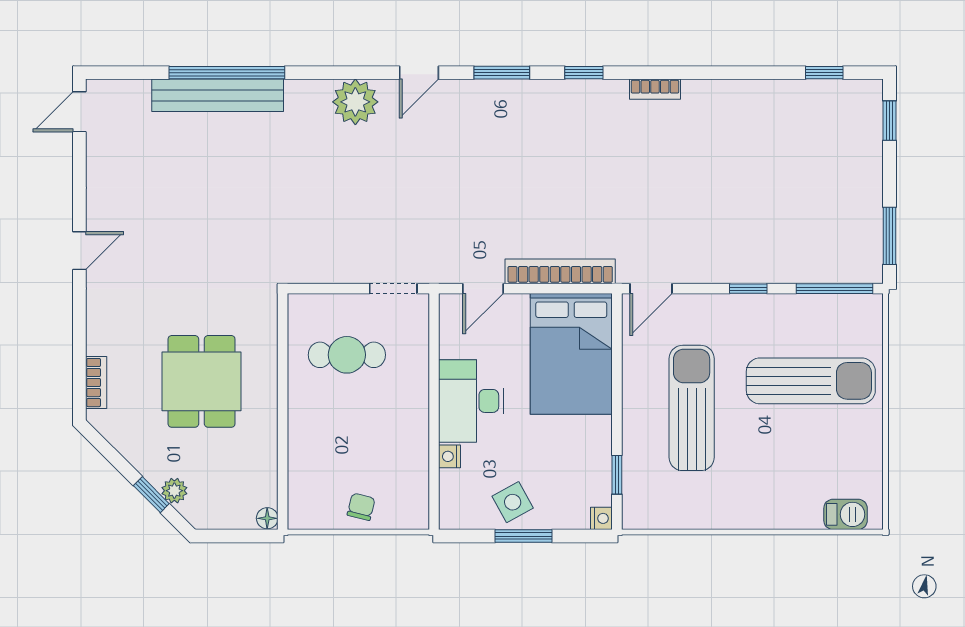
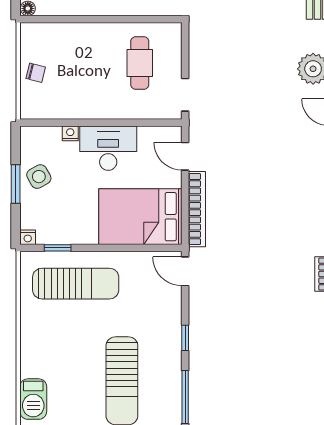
sun lounger: (692, 408) -> (76, 284), moved
barbecue: (846, 514) -> (33, 399), width x1.38, depth x1.27

